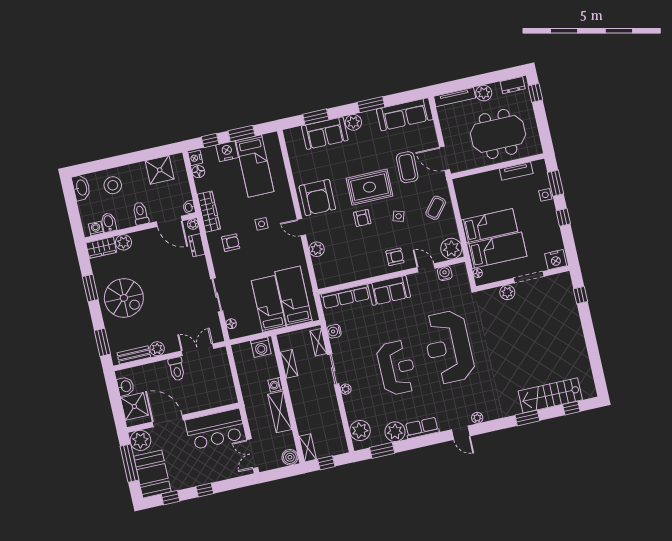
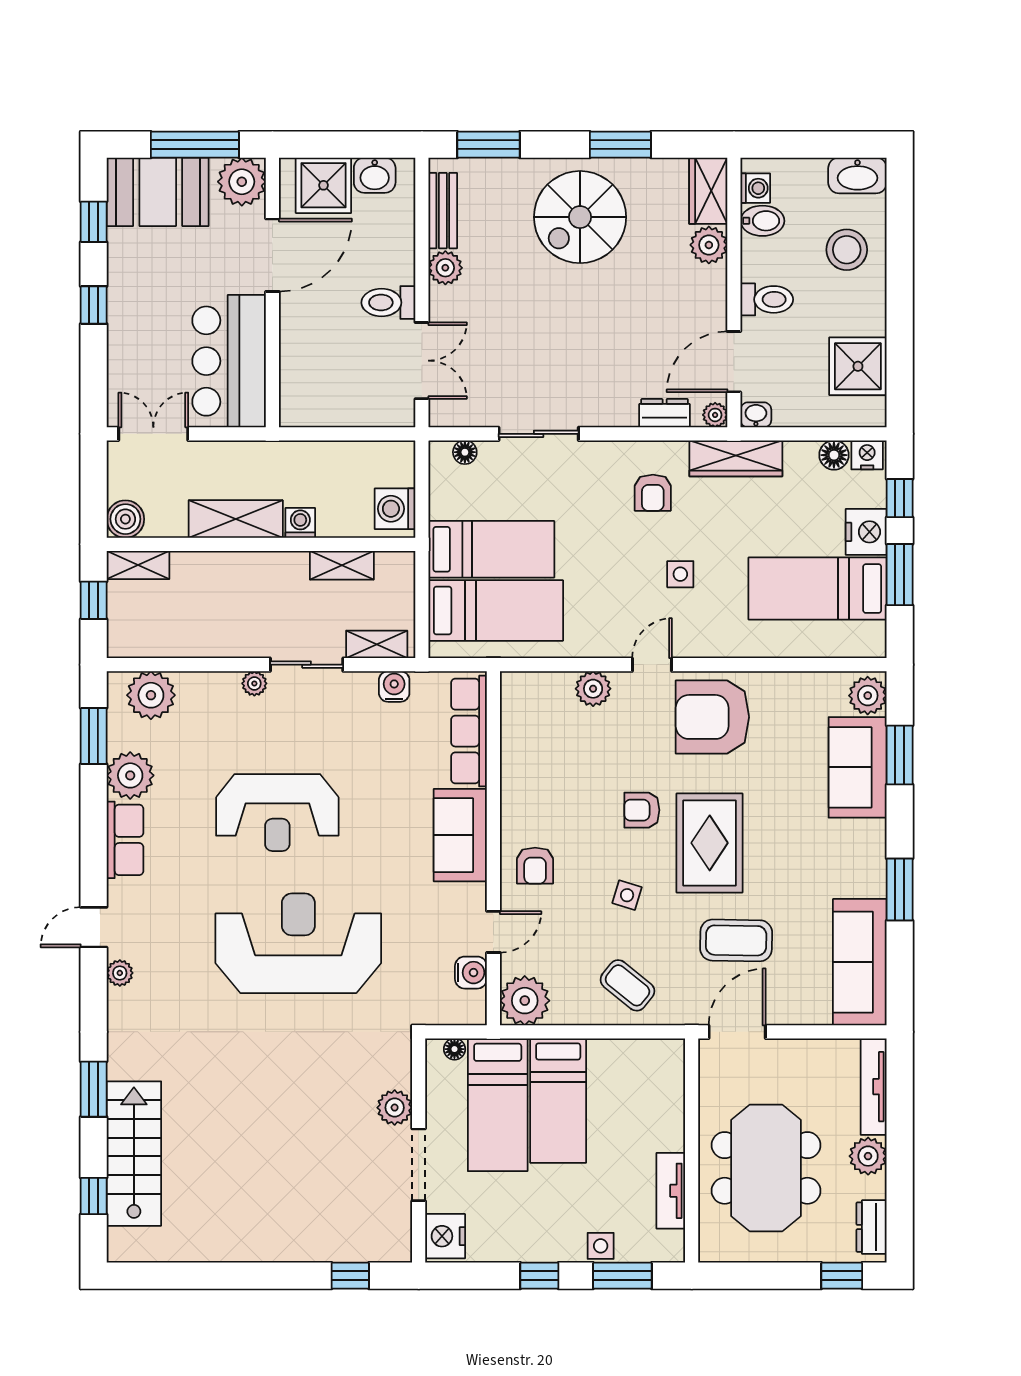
plant: (353, 122) -> (868, 696), moved

